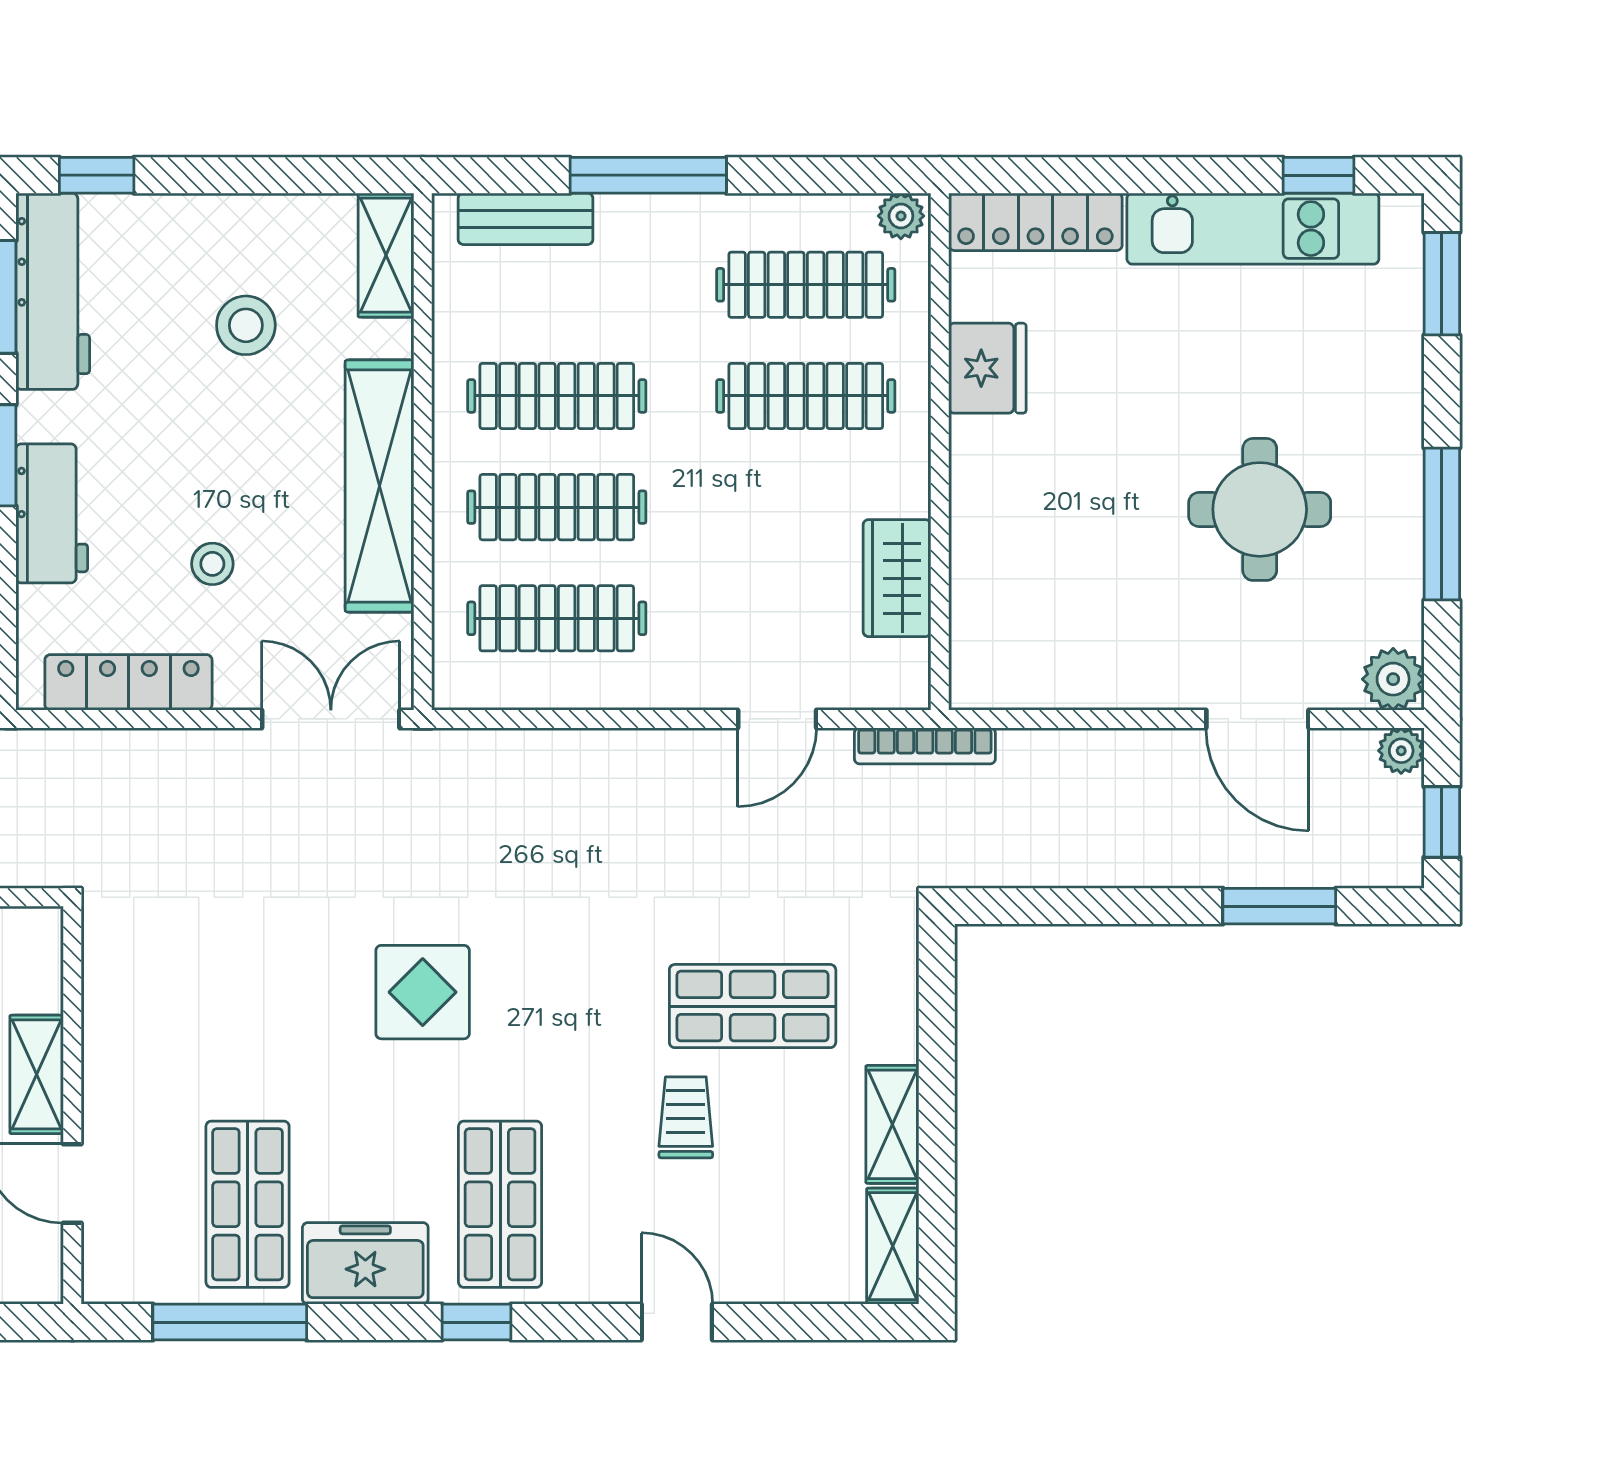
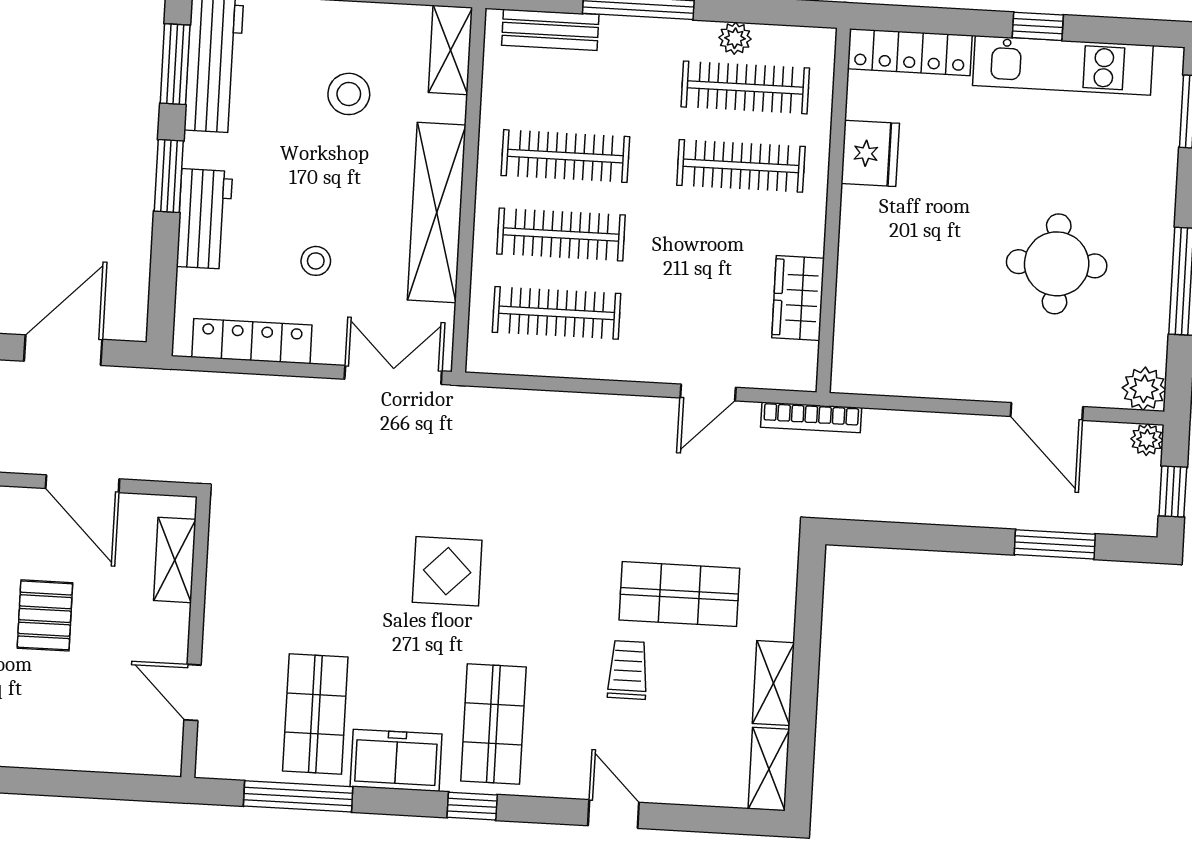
window: (1318, 175) -> (1038, 26), moved
plant: (901, 216) -> (735, 38), moved
shelving: (37, 1074) -> (175, 560), moved

